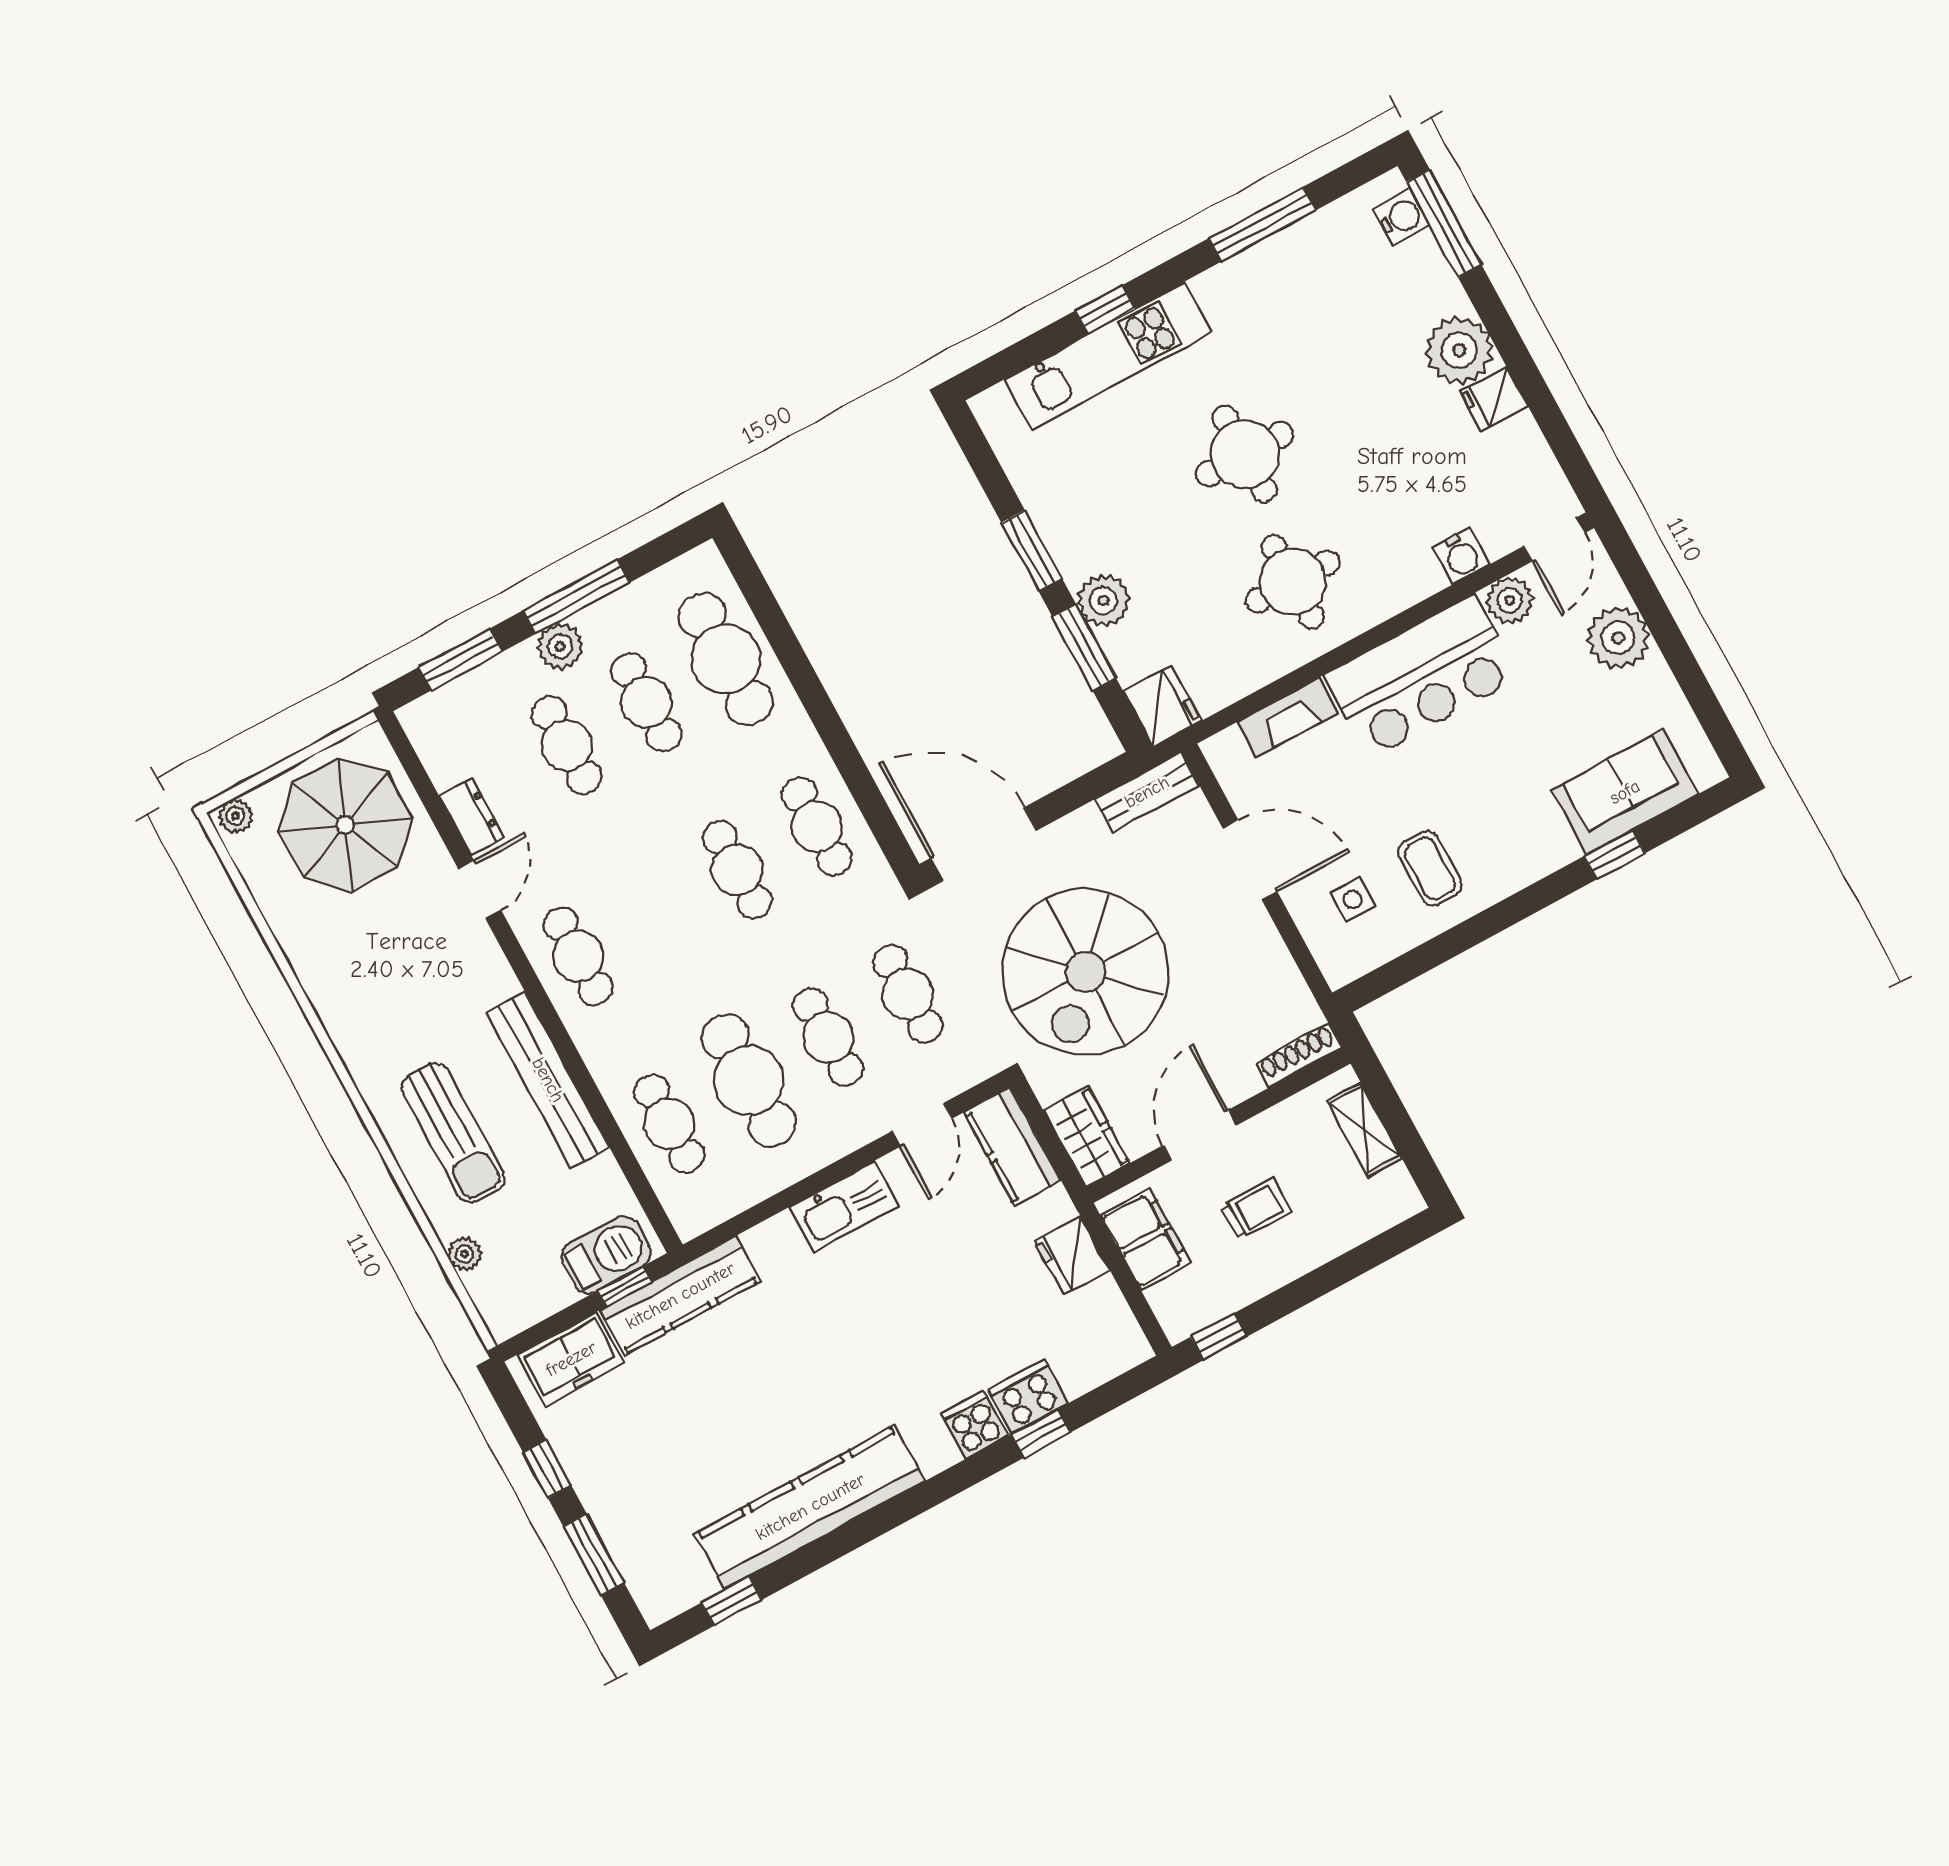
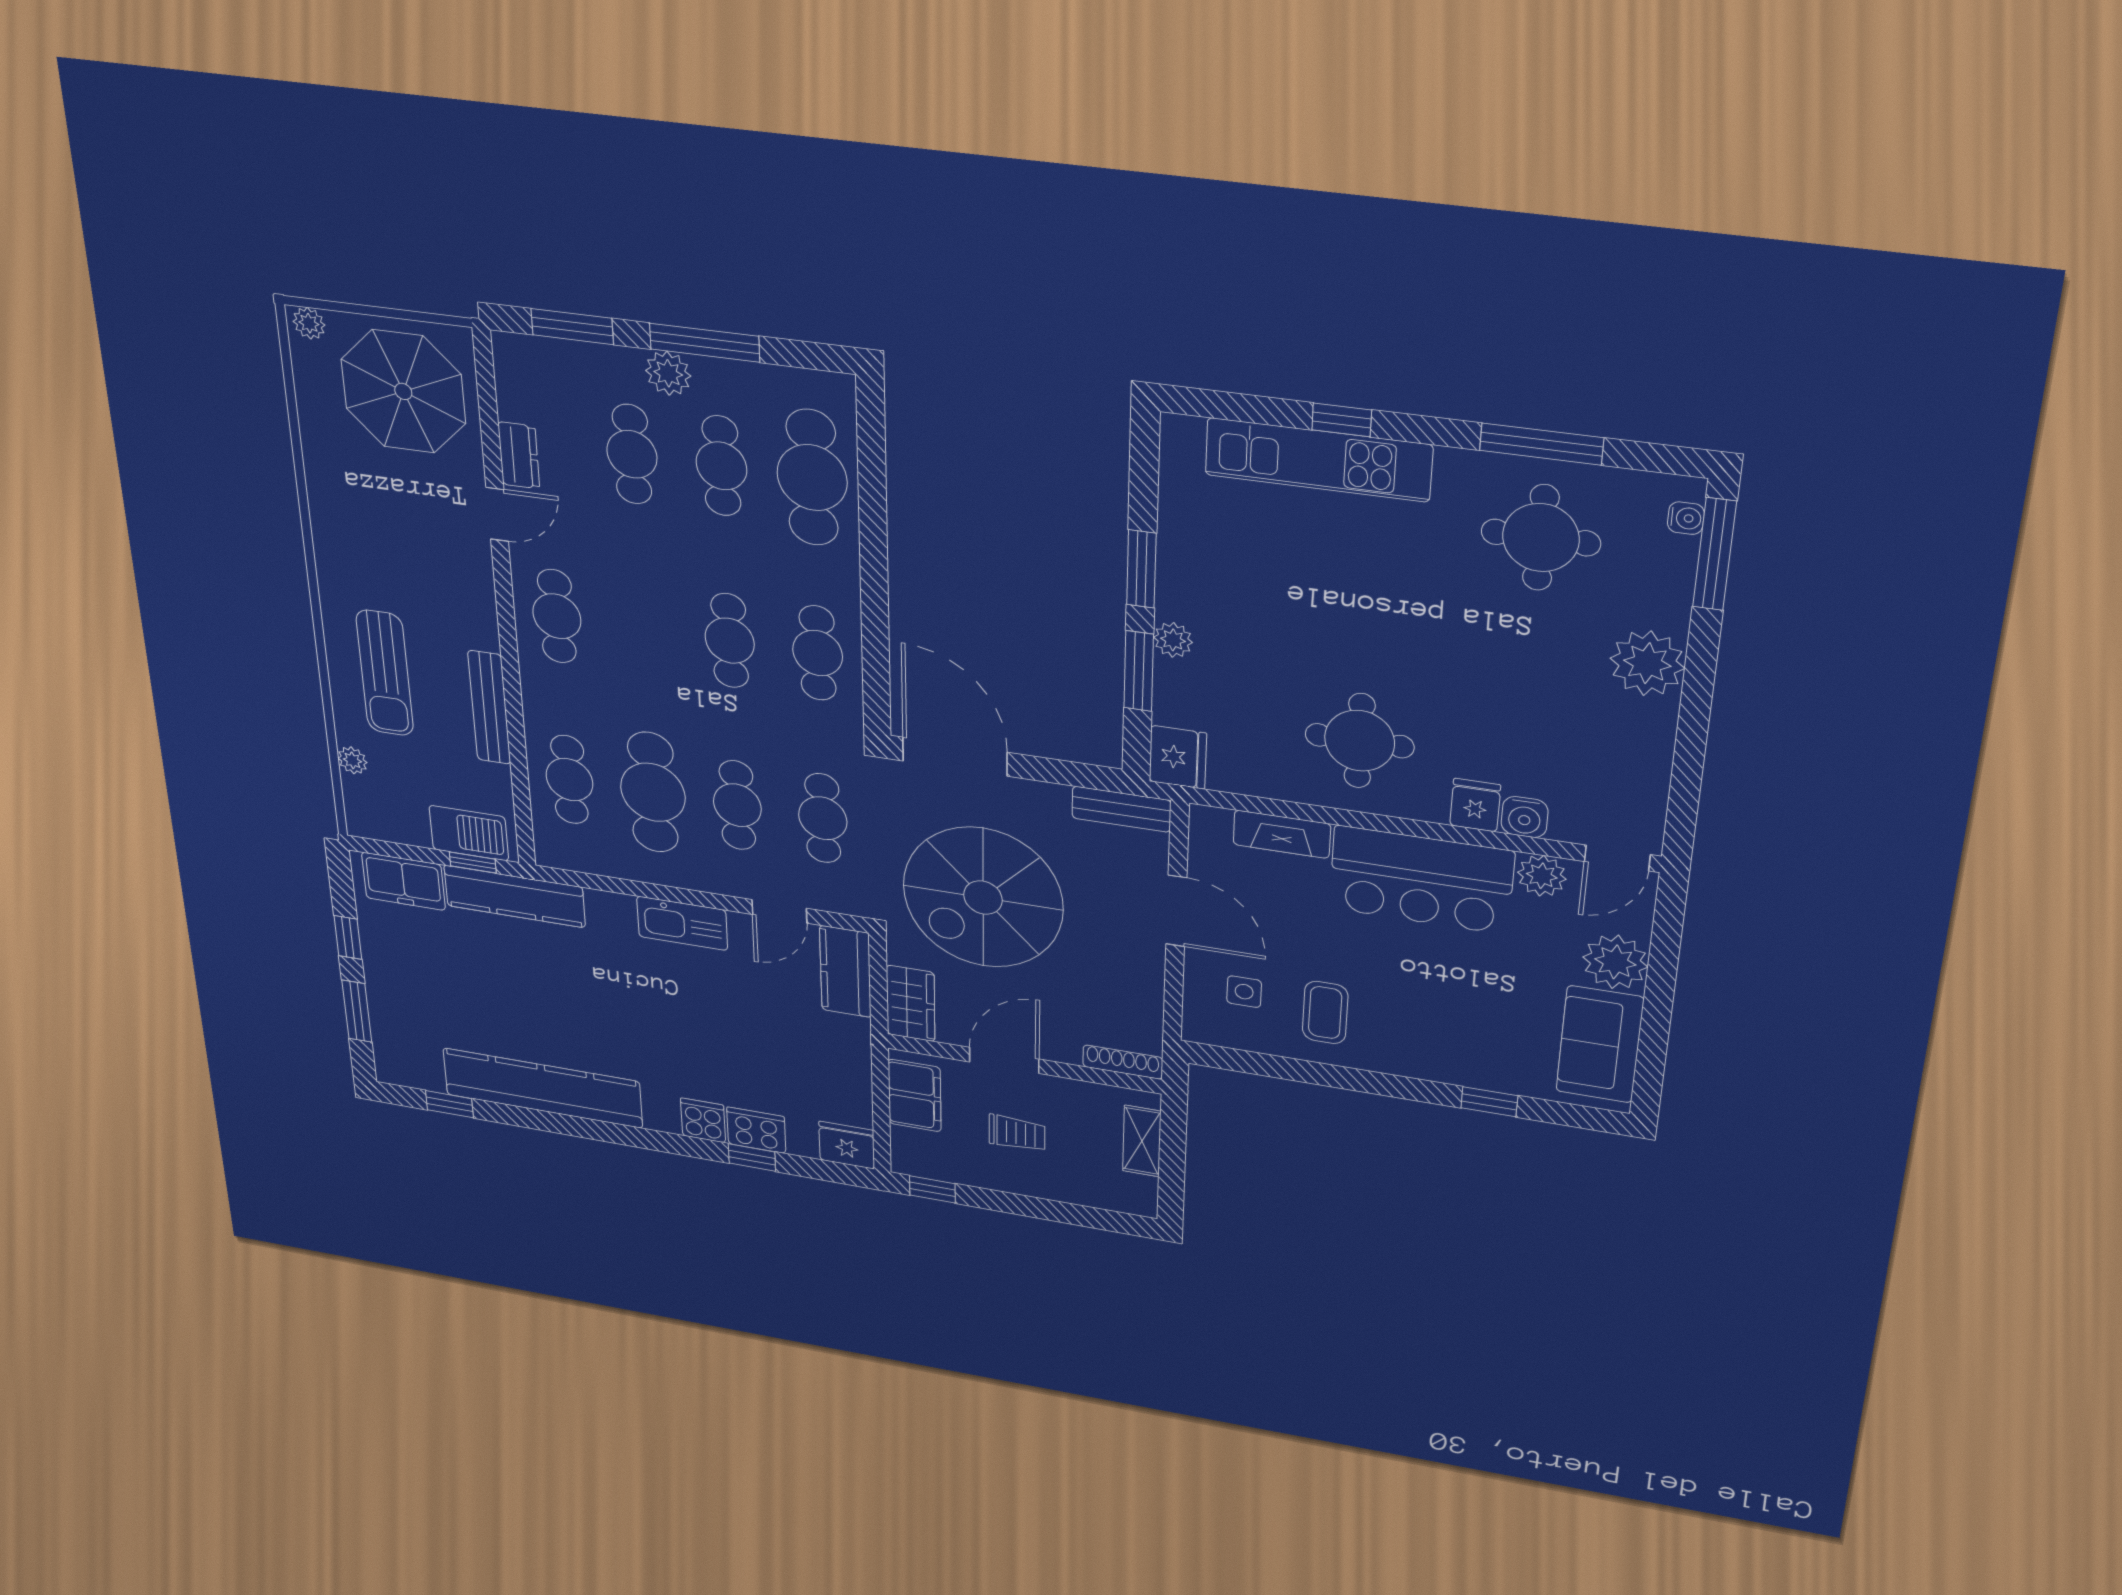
water cooler: (1402, 217) -> (1686, 518), width x0.72, depth x0.72
fridge: (1494, 399) -> (1475, 805), moved, turned 90
round table: (1245, 454) -> (1541, 538), moved
plant: (1104, 601) -> (1173, 640), width x0.73, depth x0.73
sofa: (1625, 792) -> (1600, 1044), moved, turned -90
bench: (548, 1080) -> (489, 708), width x0.73, depth x0.82
fridge: (1072, 1255) -> (847, 1145), moved, turned 90

